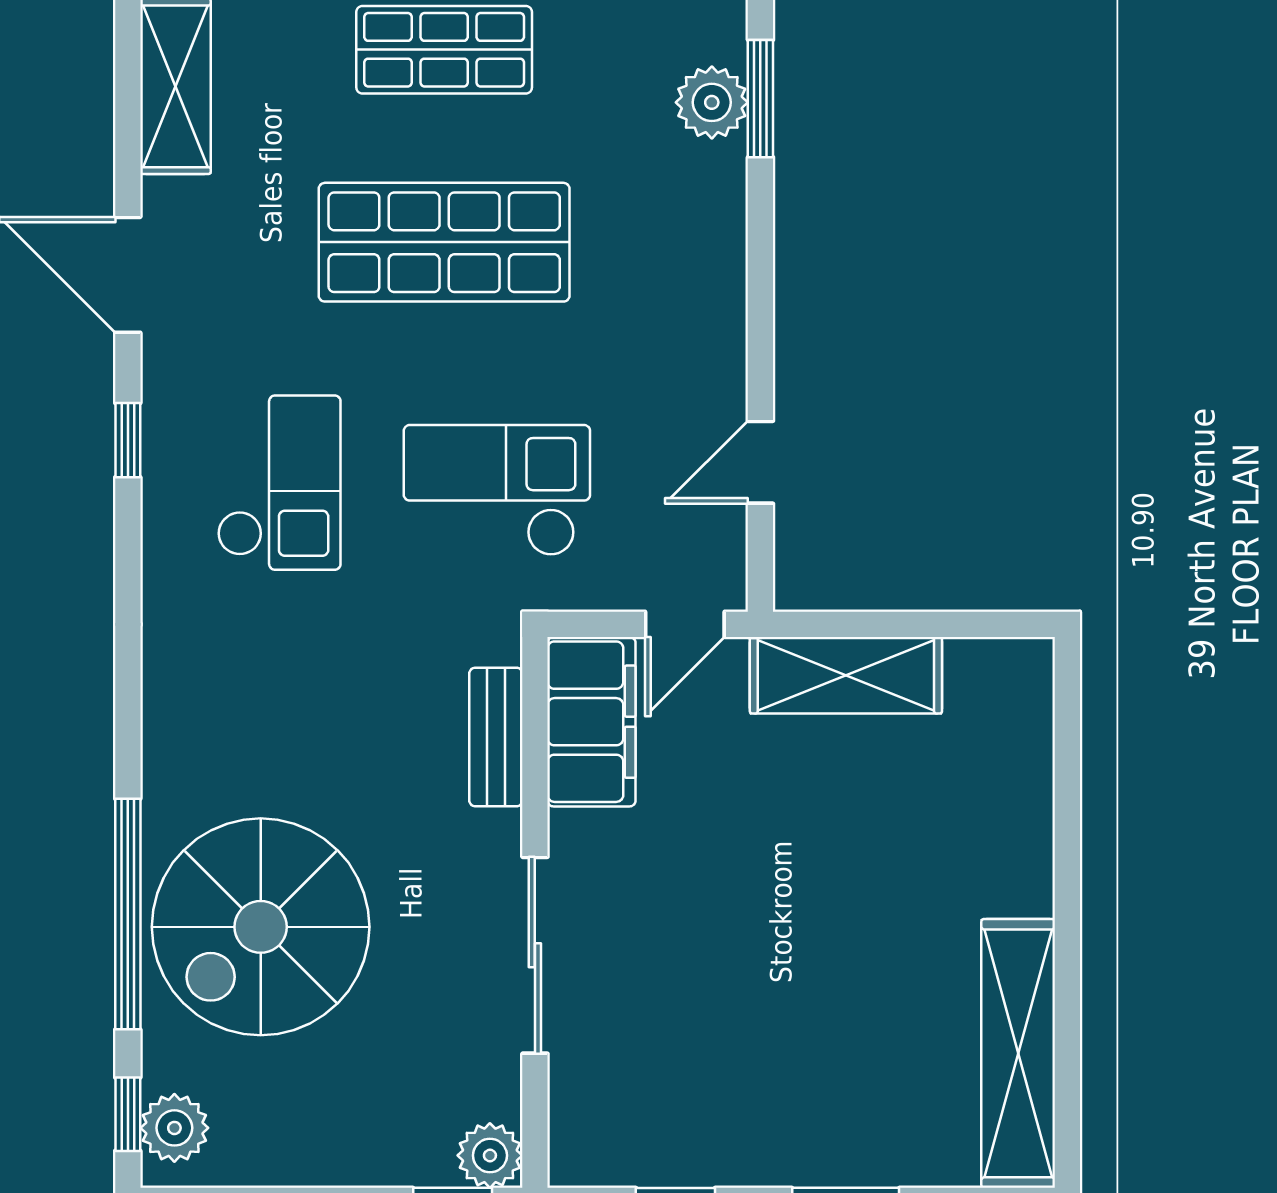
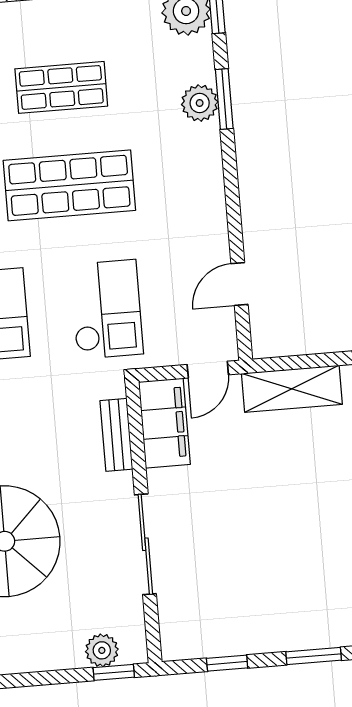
checkout: (497, 490) -> (107, 309), turned 90
plant: (490, 1155) -> (102, 650), moved

